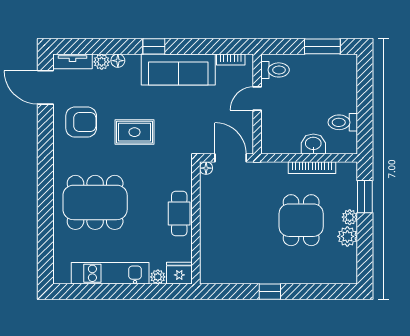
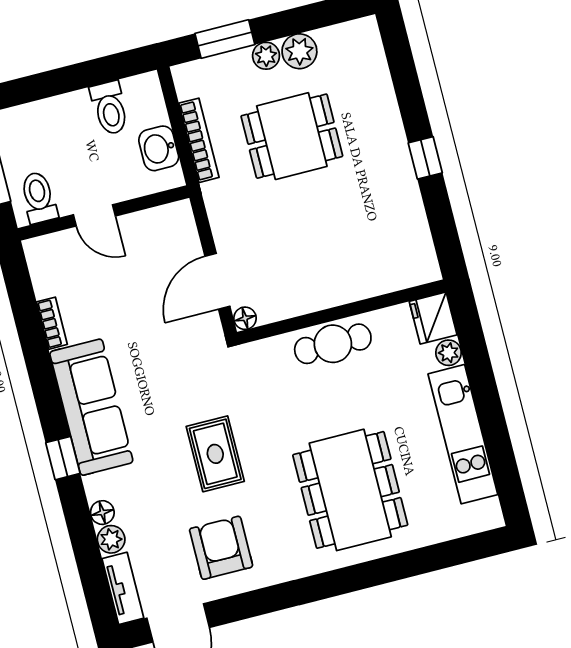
toilet: (275, 70) -> (39, 197), moved
door: (257, 99) -> (94, 215), moved
wall: (257, 104) -> (104, 213), moved

